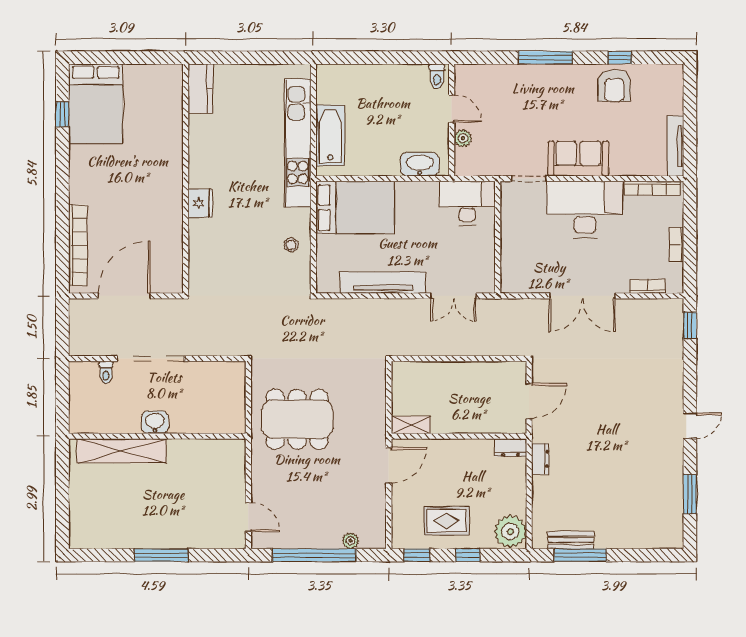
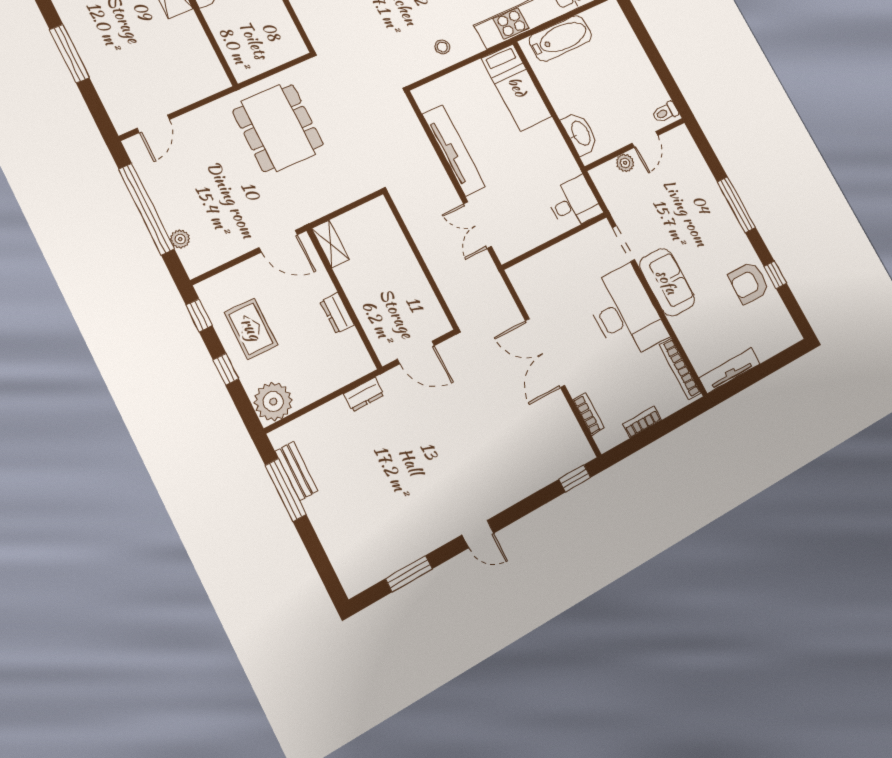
desk: (467, 203) -> (574, 203), width x0.73
bed: (355, 208) -> (517, 87), width x0.67
dresser: (511, 448) -> (337, 313), moved

